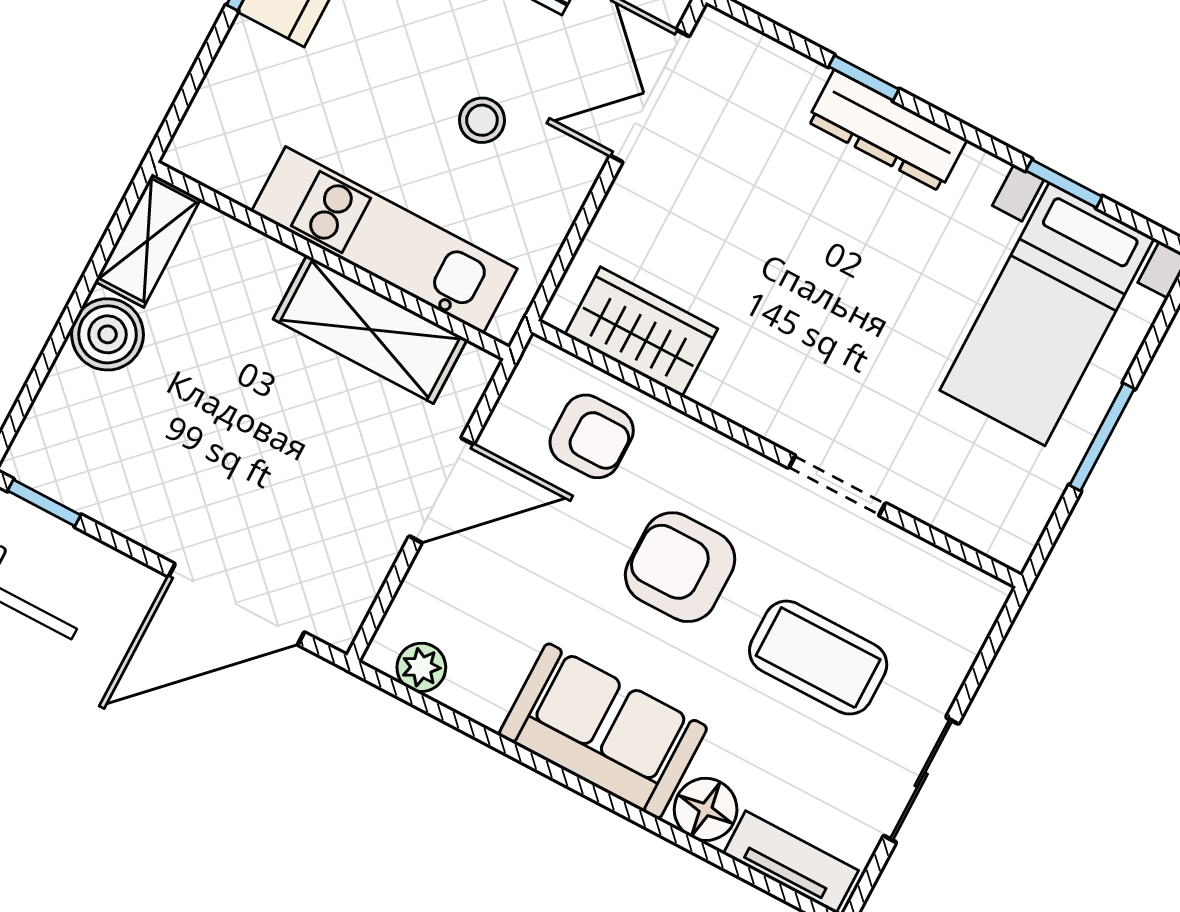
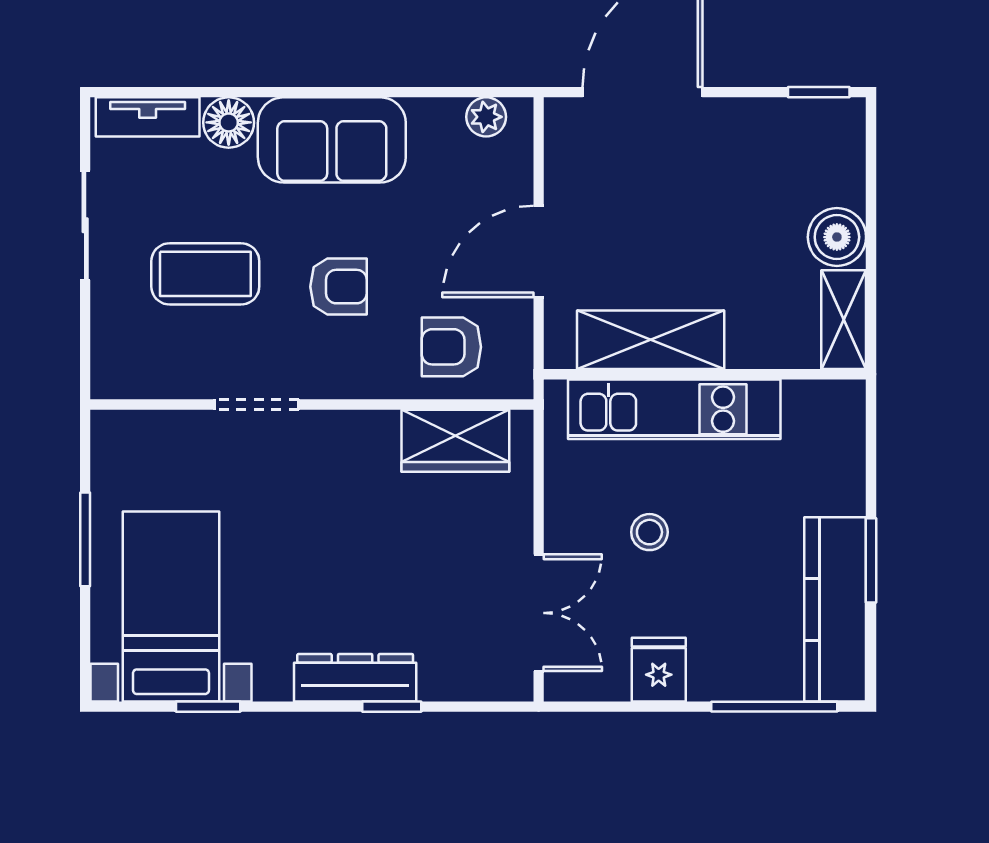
armchair: (680, 567) -> (339, 287), width x0.72, depth x0.72

